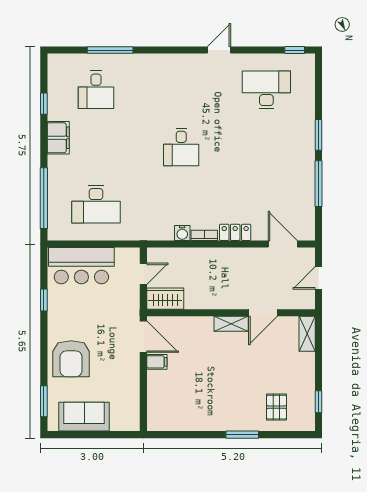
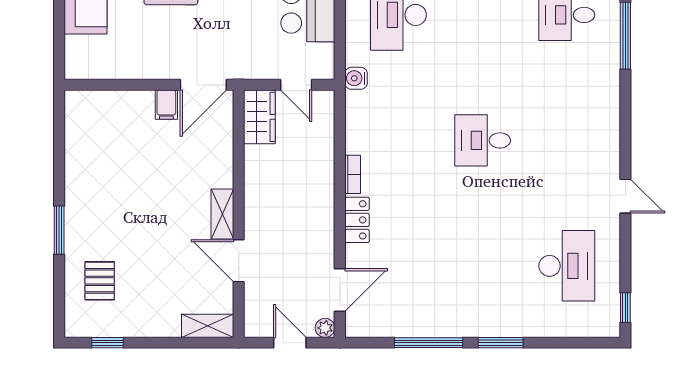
water cooler: (182, 233) -> (356, 78), moved
plant: (309, 254) -> (325, 328), added
pallet: (277, 407) -> (100, 281), turned 90

